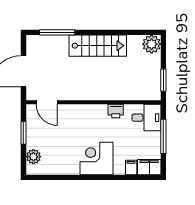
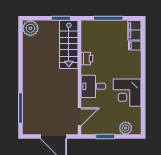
stairs: (98, 46) -> (69, 45), moved, turned 180
desk: (146, 118) -> (93, 86), moved, turned -90
corner desk: (97, 158) -> (127, 93), moved

